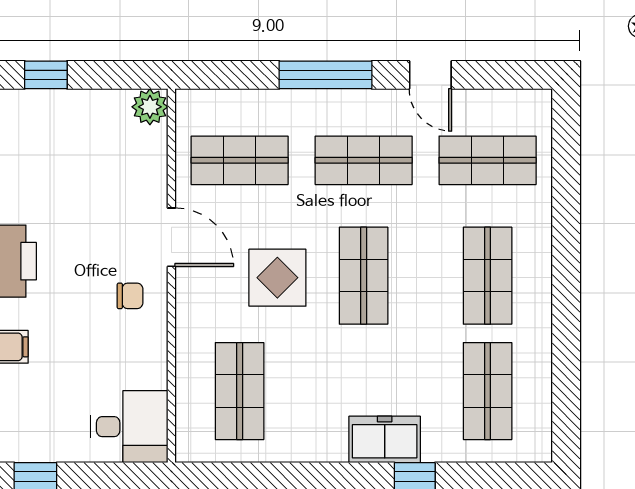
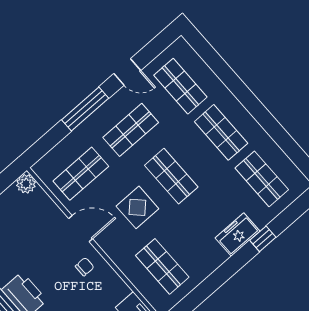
shop shelf: (488, 160) -> (180, 86), turned 90

